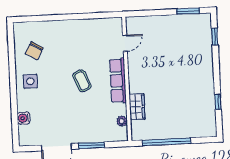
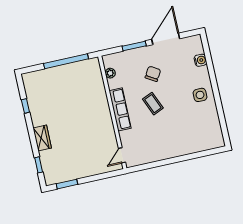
door: (125, 43) -> (122, 155), moved
chair: (34, 51) -> (153, 74), moved
wardrobe: (137, 107) -> (42, 138), moved, turned 180

